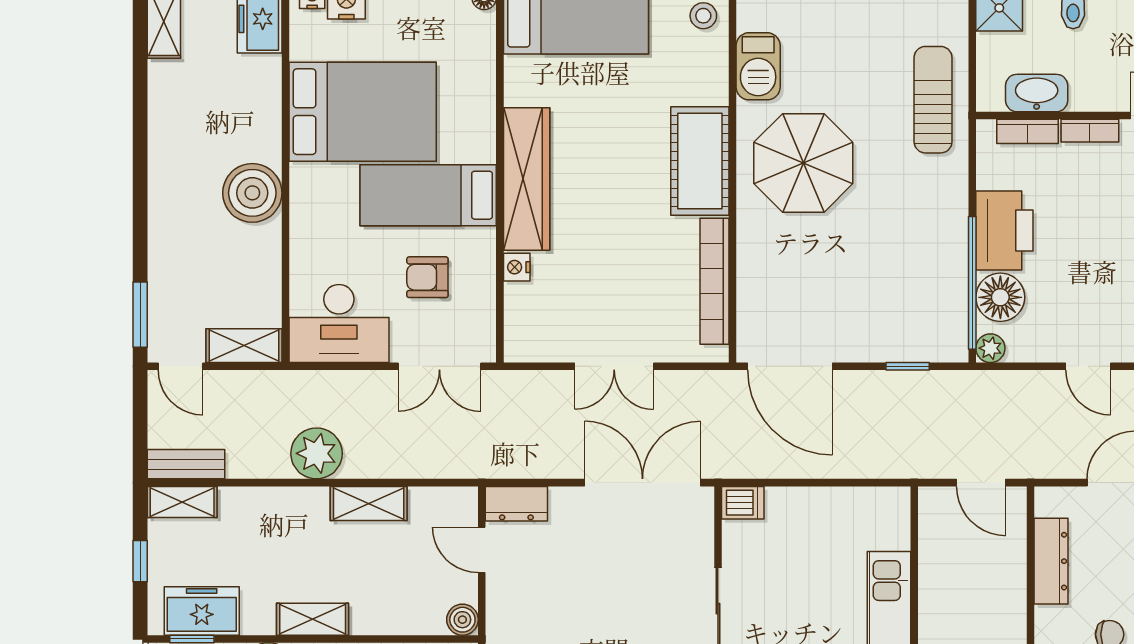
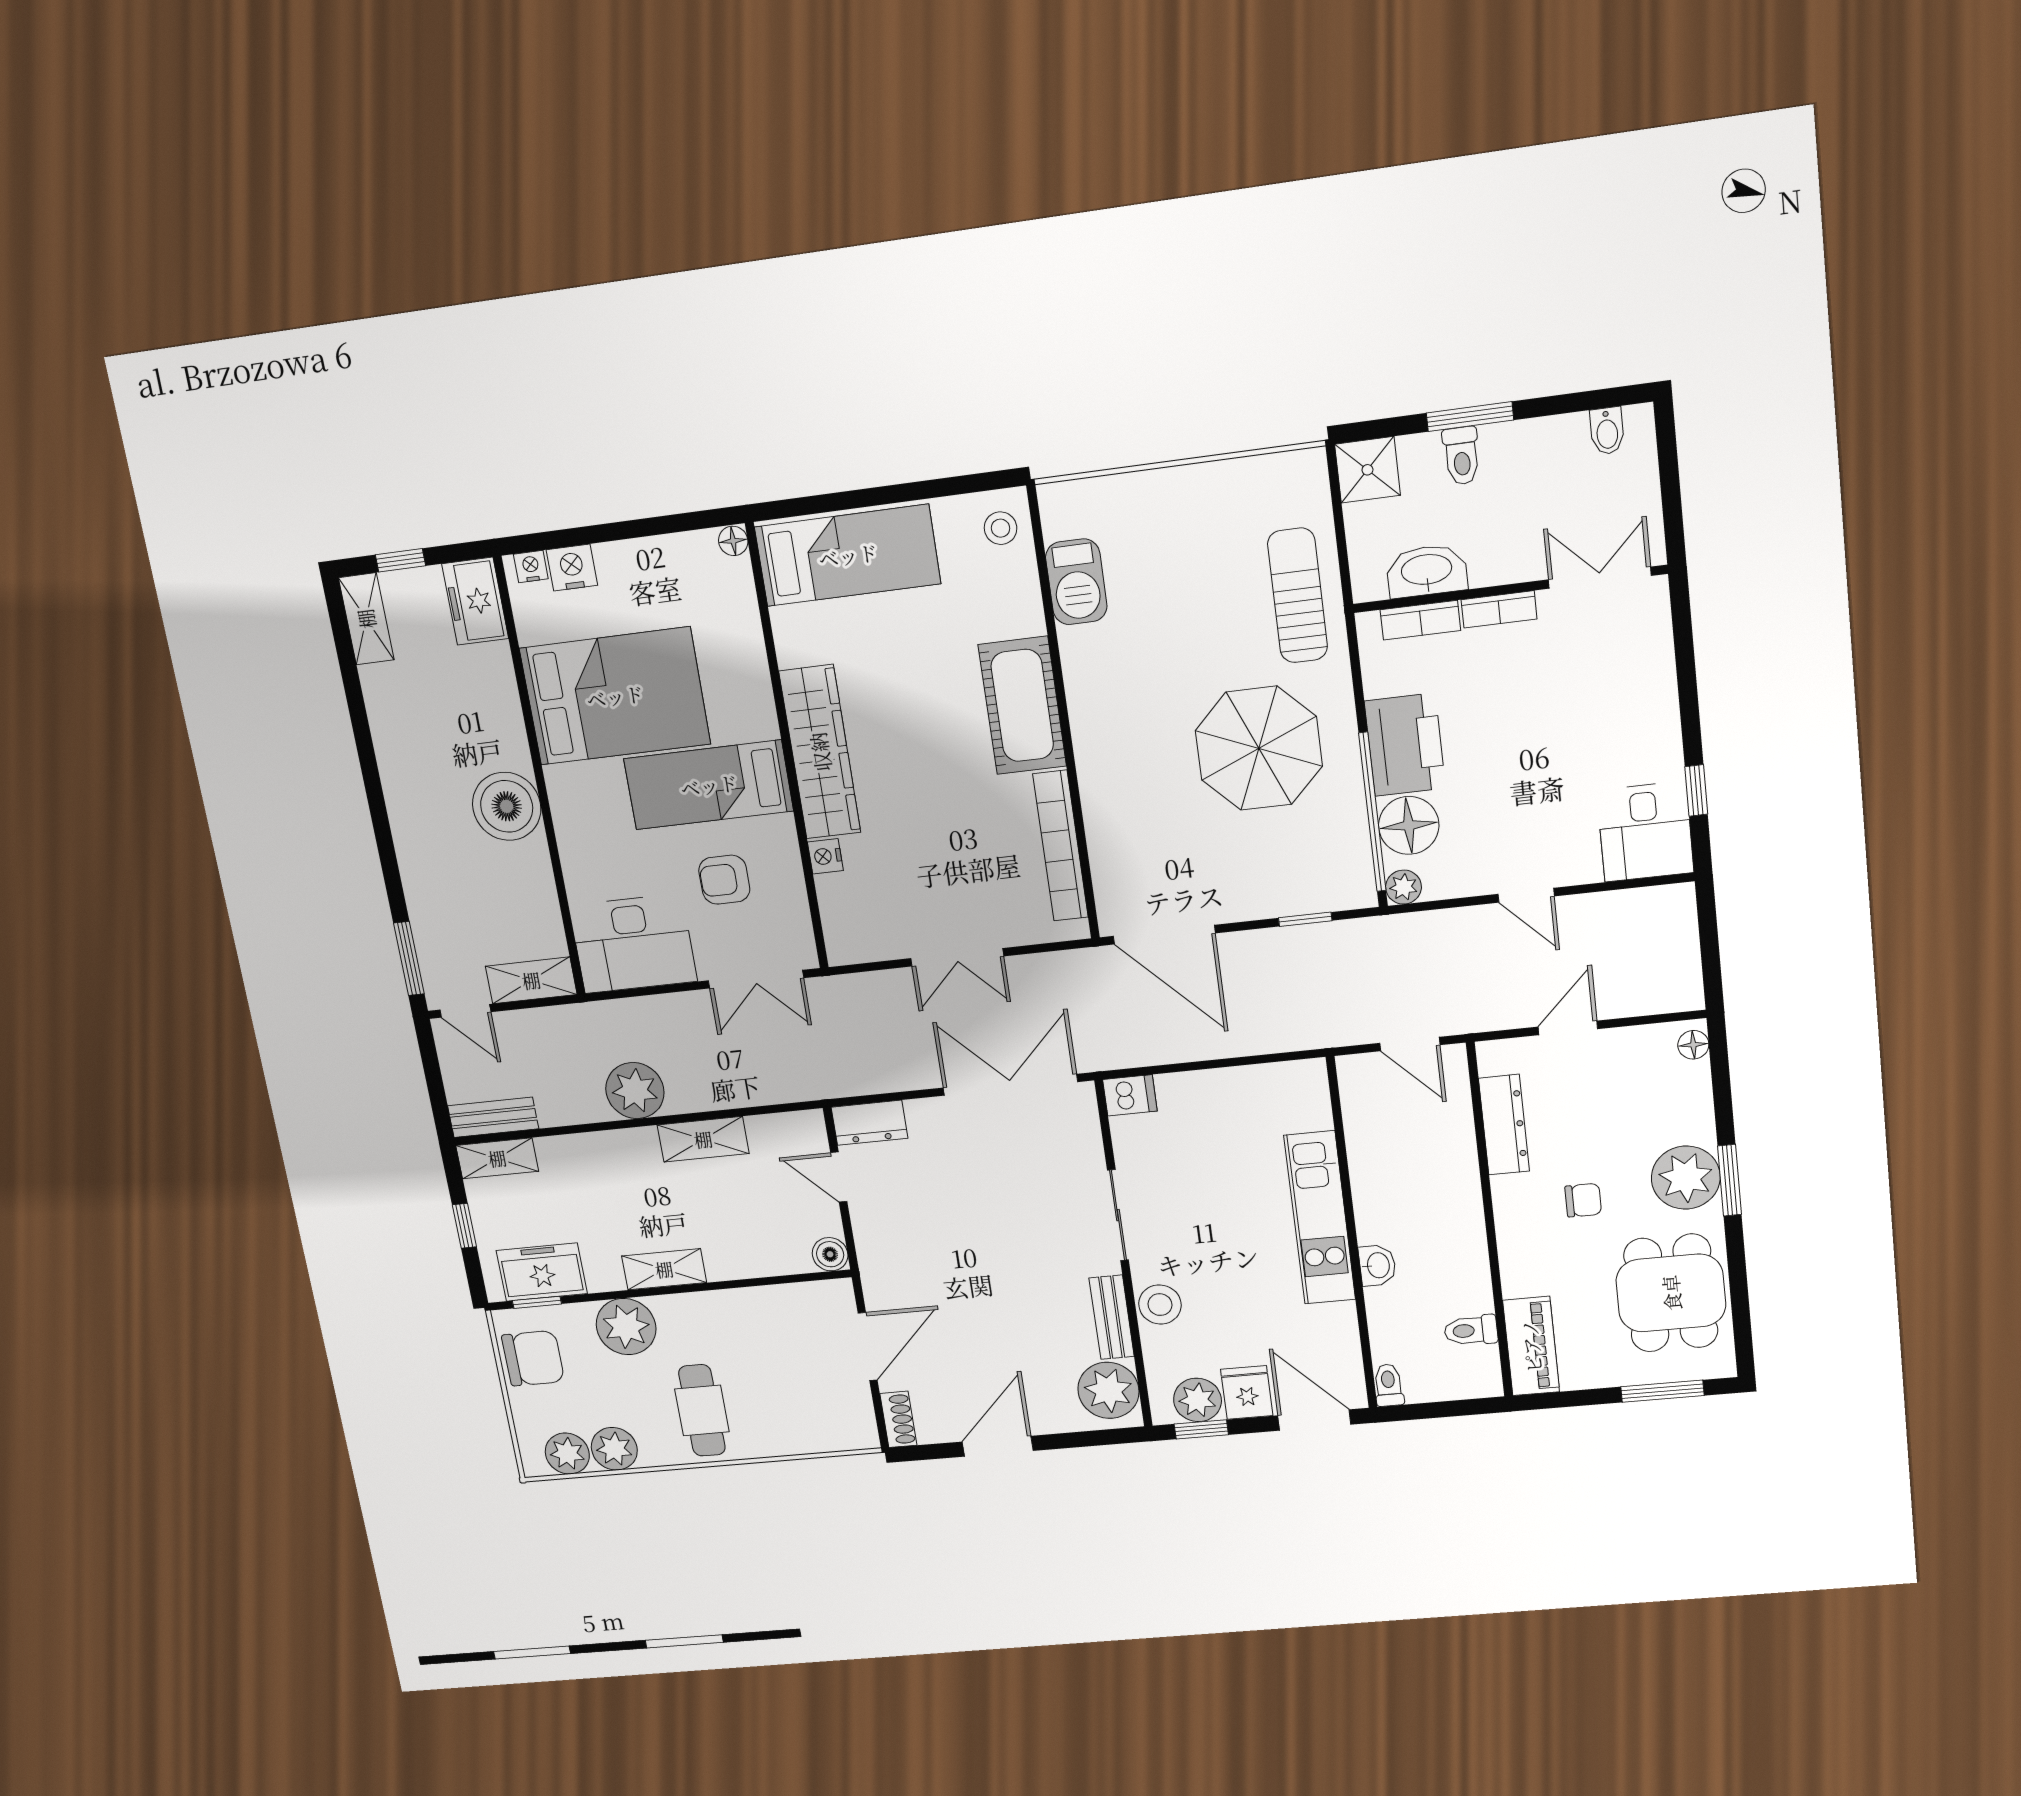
parasol: (803, 163) -> (1259, 748), moved

